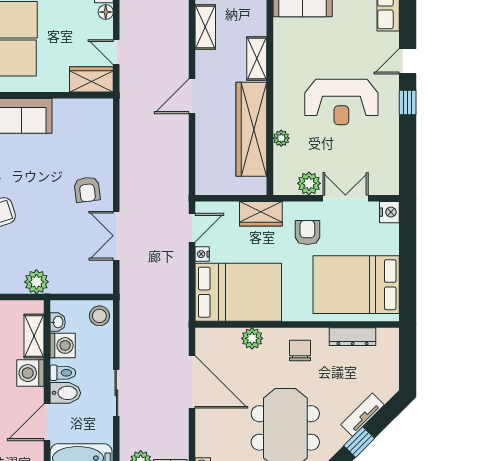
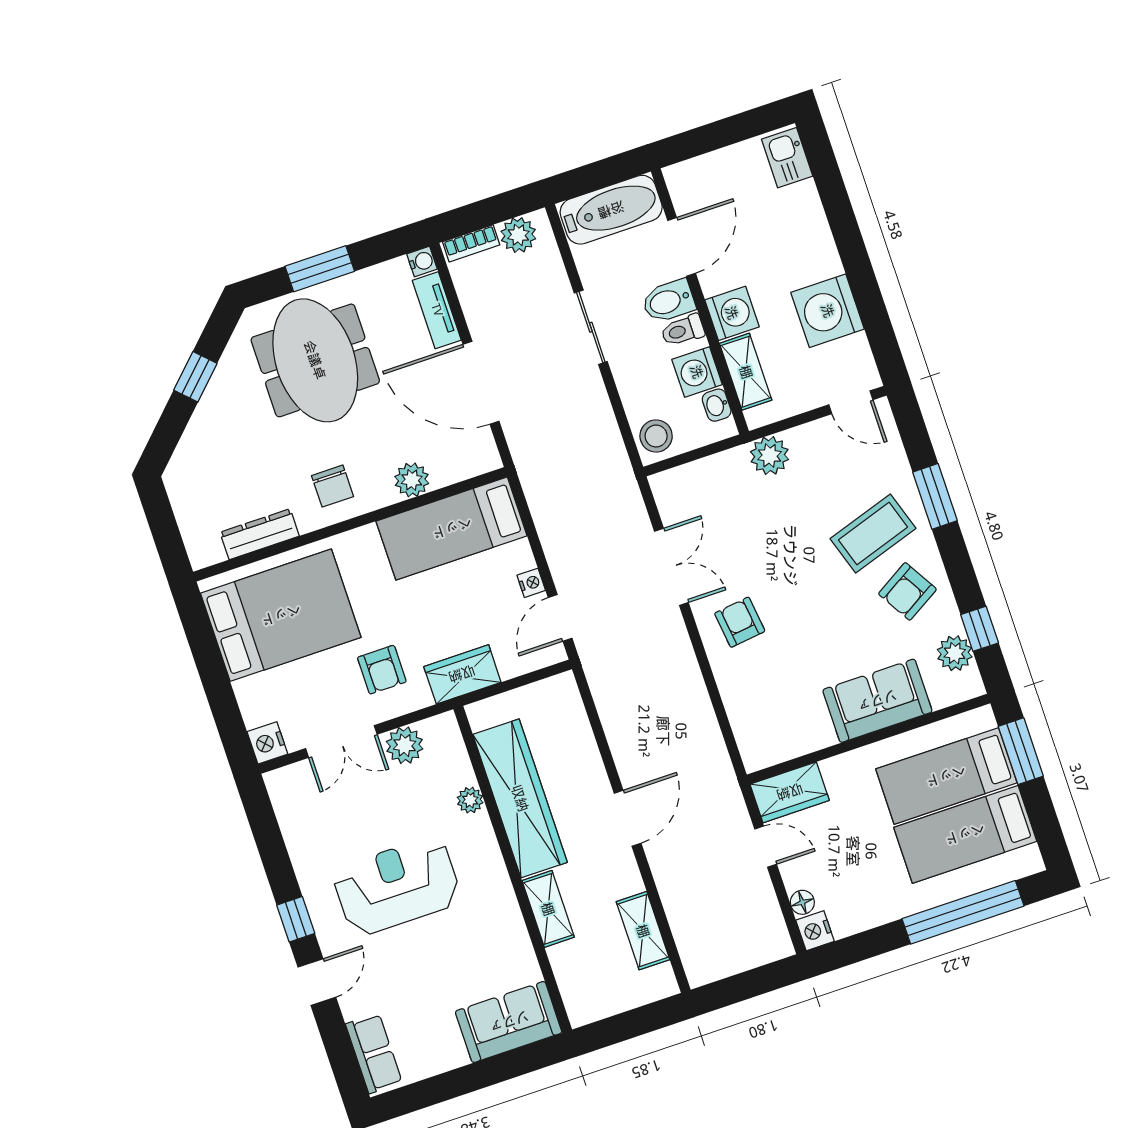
bed: (238, 292) -> (452, 528), width x0.67
tv unit: (362, 415) -> (437, 310), moved, turned 135

